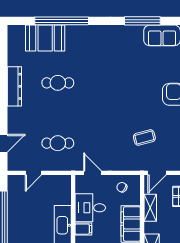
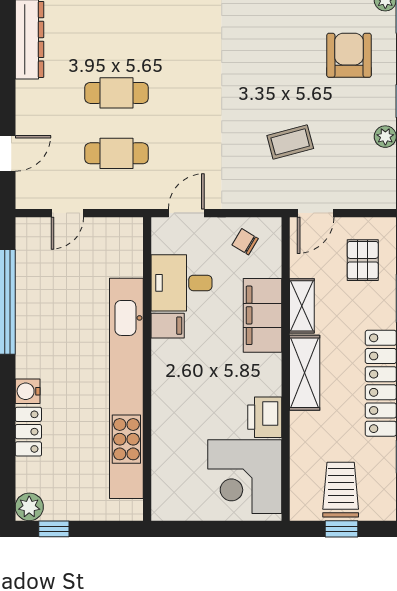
cafe table: (58, 83) -> (116, 93), moved
door: (93, 173) -> (186, 213), hinge flipped
shelving: (150, 208) -> (302, 306), moved

